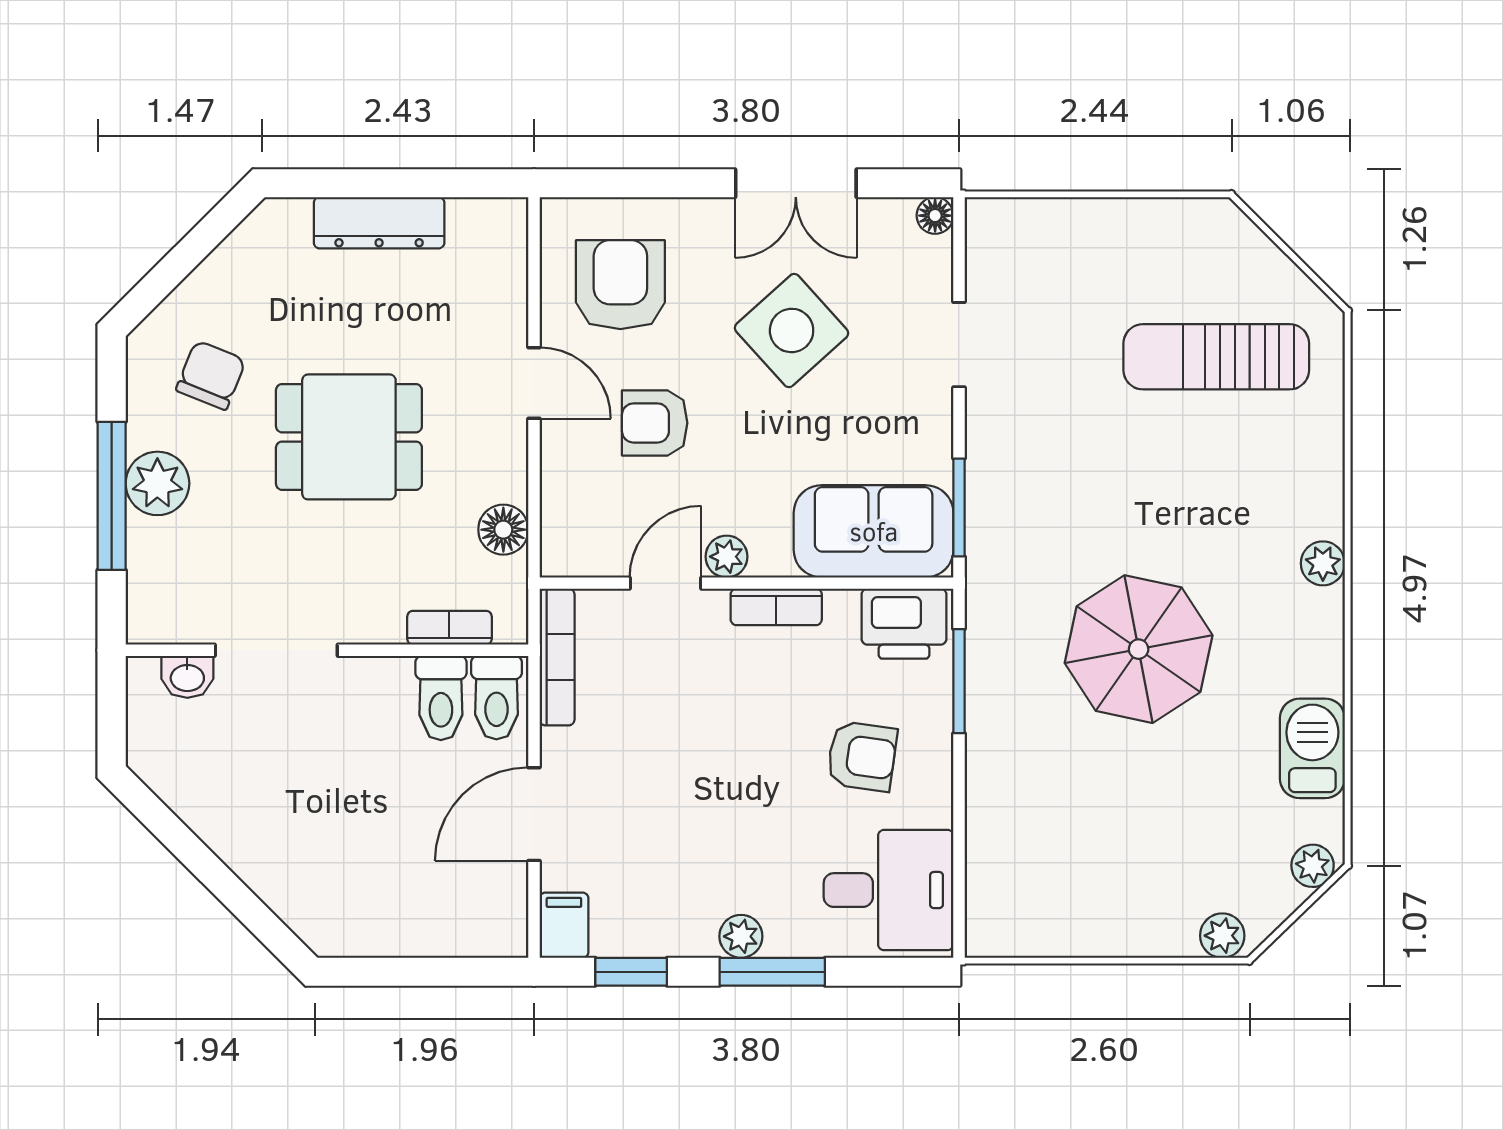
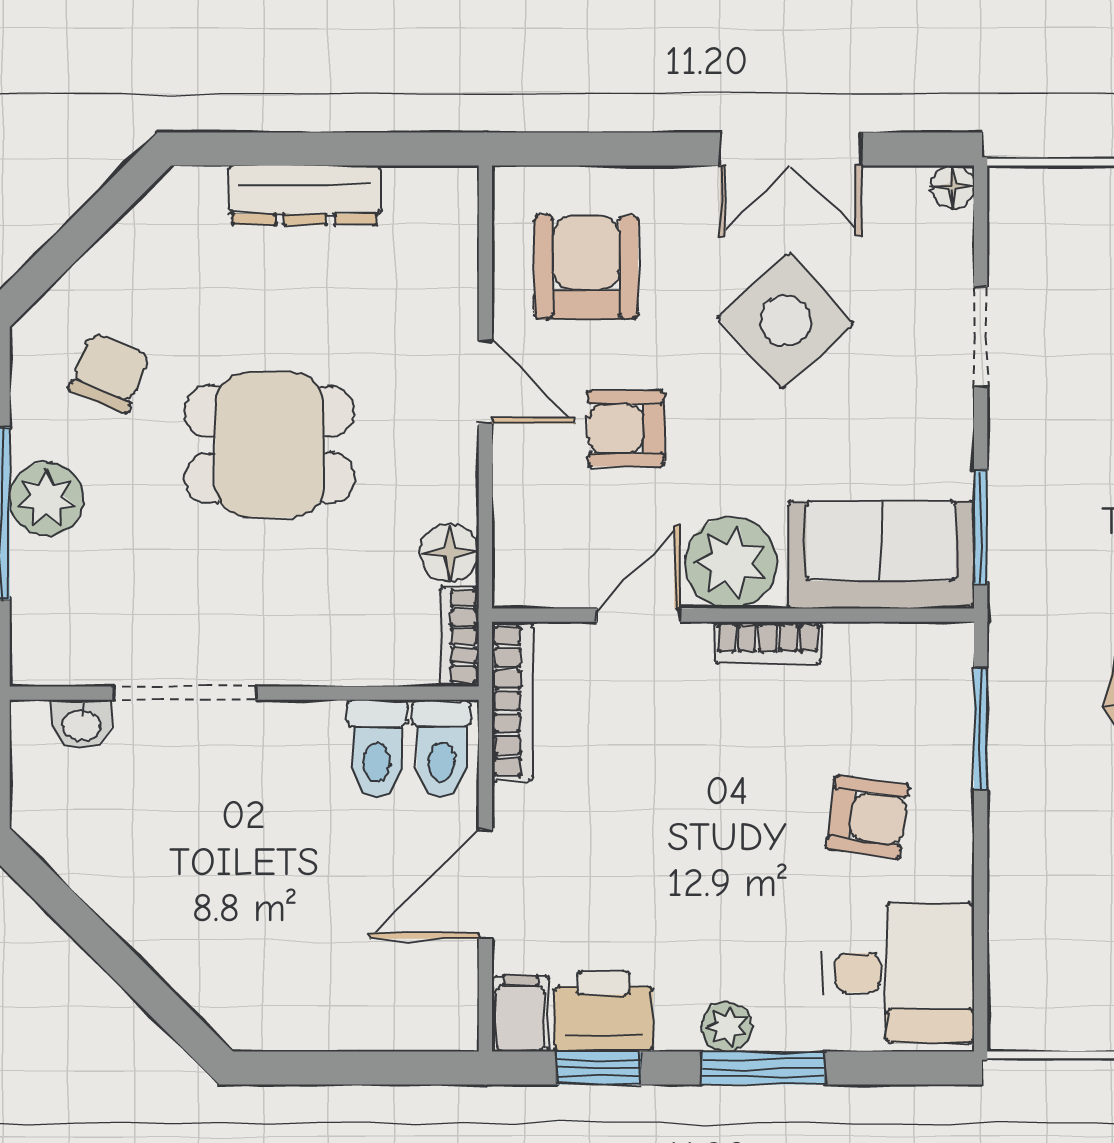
plant: (727, 557) -> (731, 563), width x1.87, depth x1.87
printer: (904, 624) -> (603, 1011), moved, turned 180
bookcase: (449, 628) -> (459, 636), moved, turned -90

